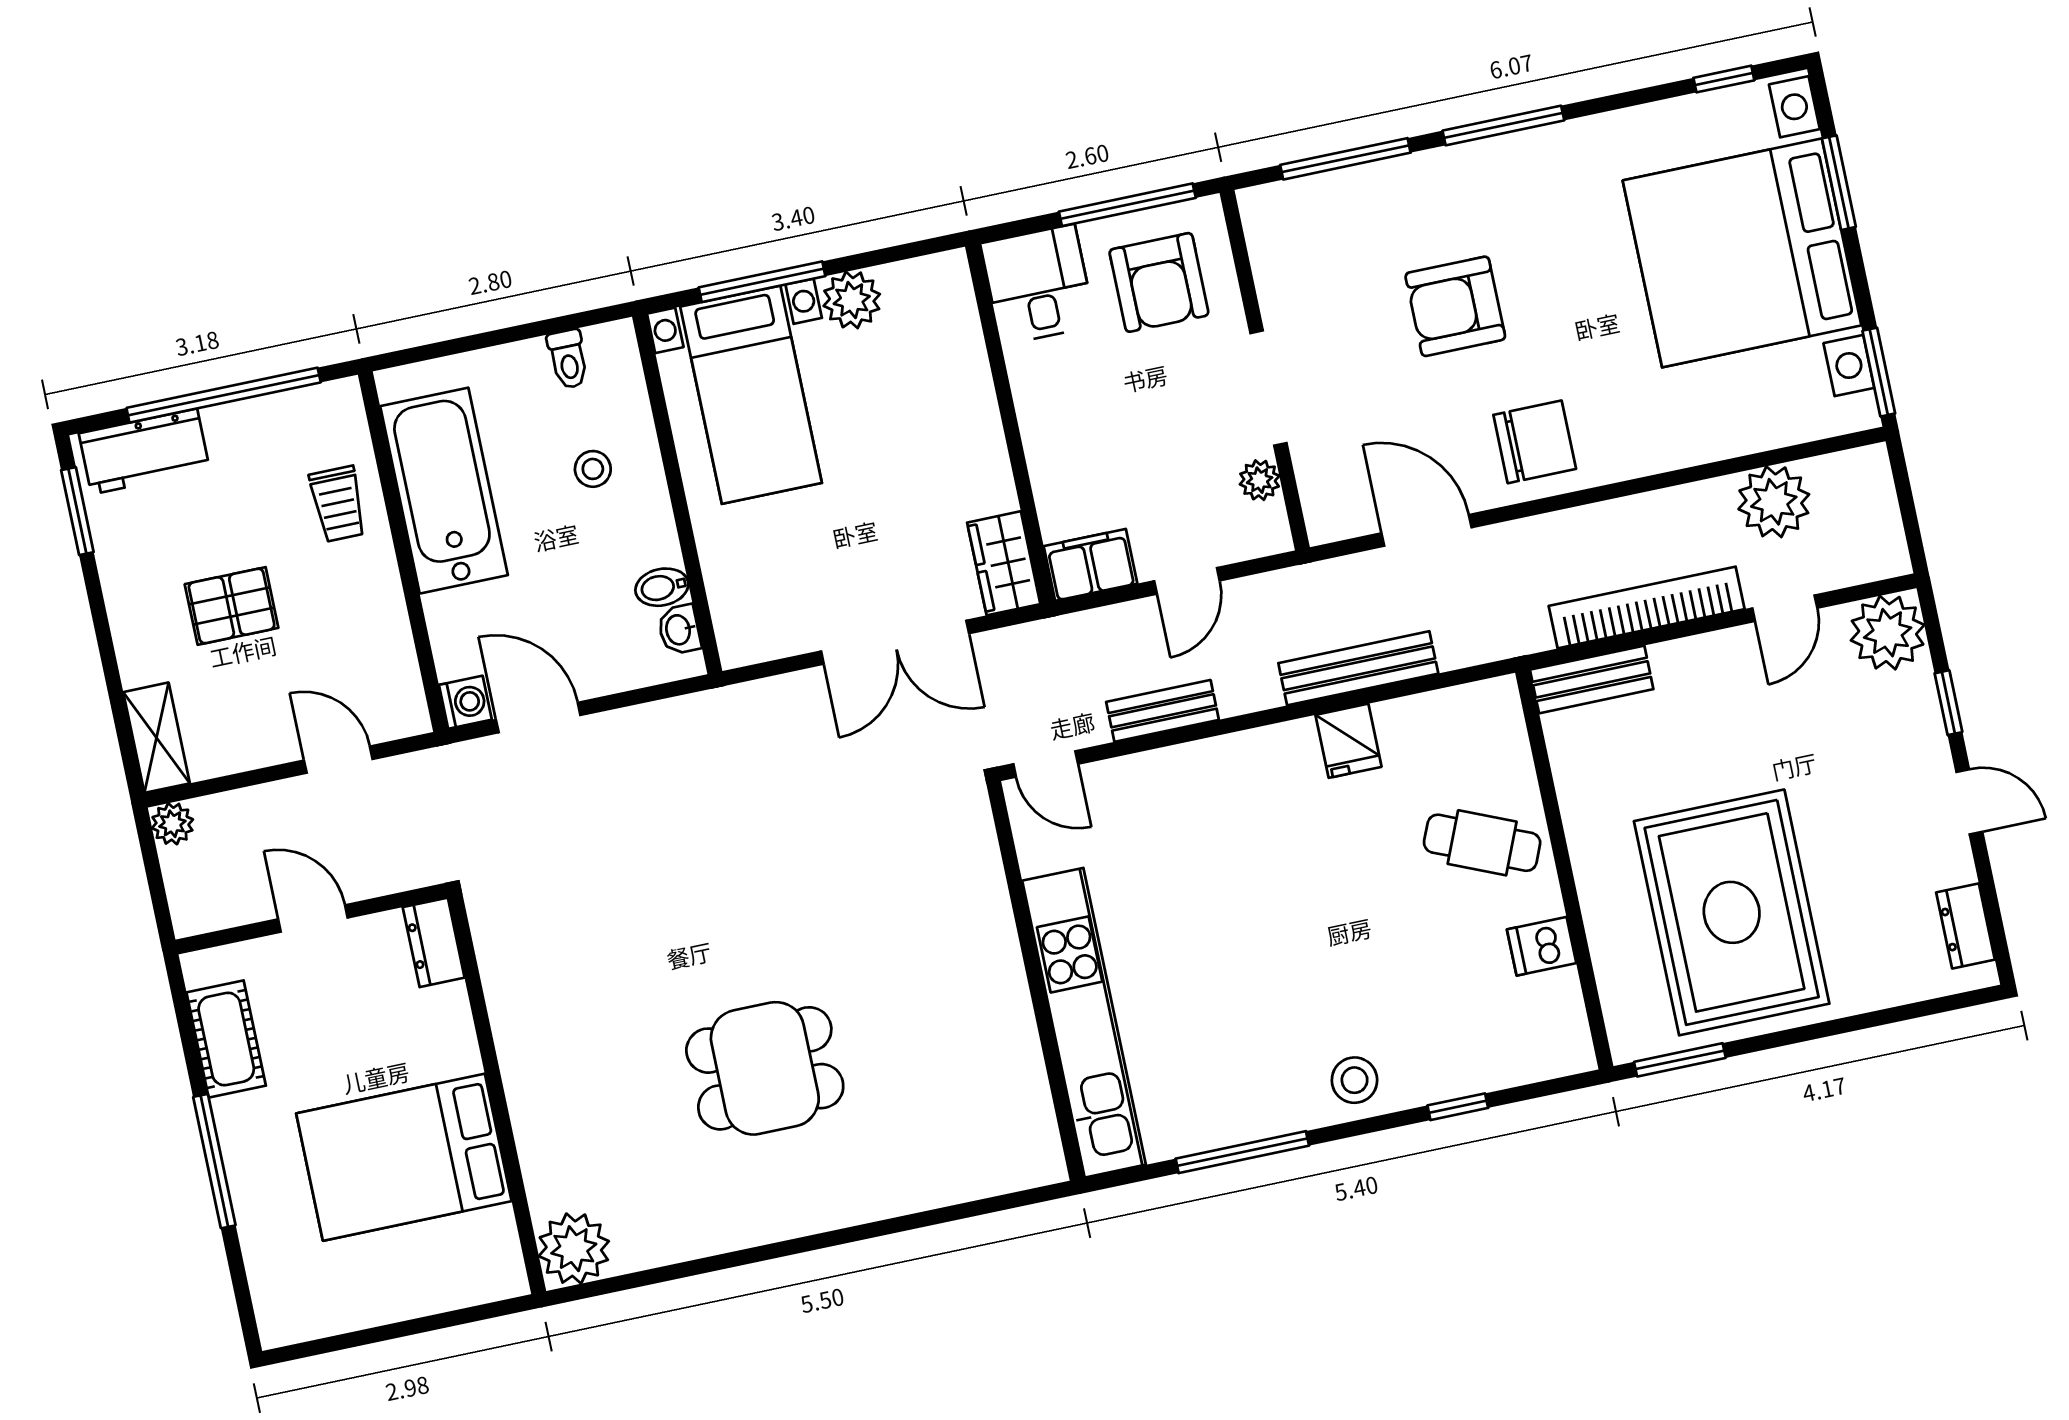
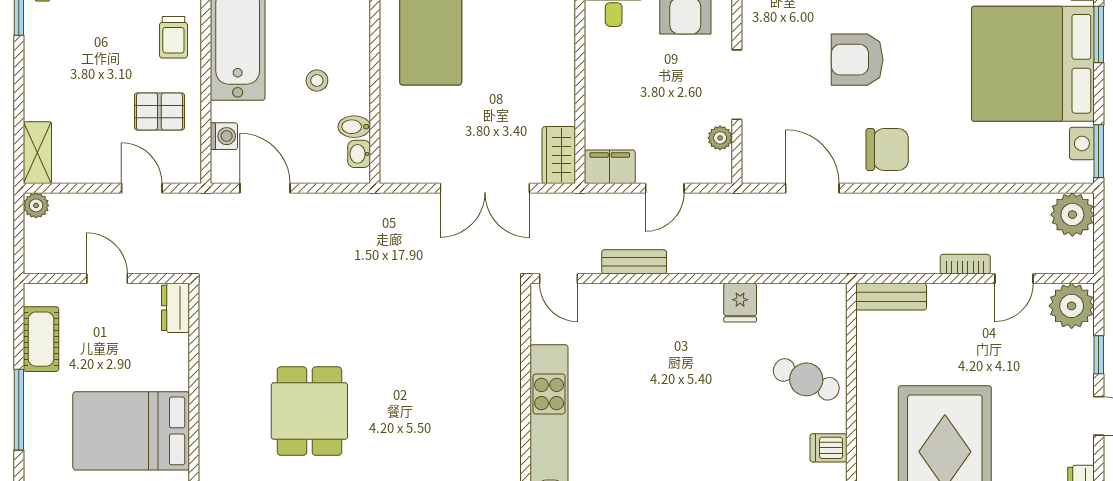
stool: (593, 469) -> (317, 81), moved
plant: (1774, 502) -> (1072, 215), moved
pallet: (232, 606) -> (159, 112), moved
bookcase: (1647, 608) -> (965, 264), width x0.43, depth x0.76
bench: (1358, 668) -> (755, 261), removed
washing machine: (465, 702) -> (224, 136), moved
dining table: (765, 1068) -> (309, 411), moved, turned 90

